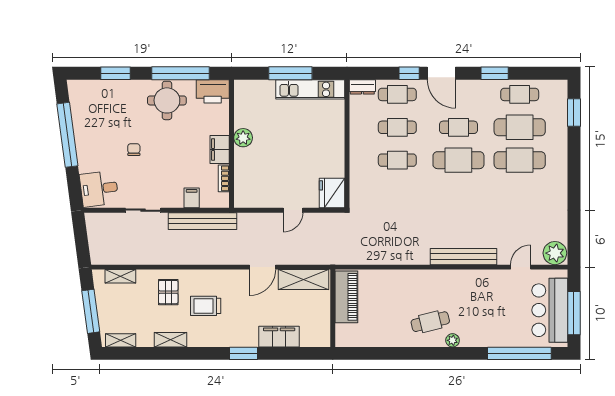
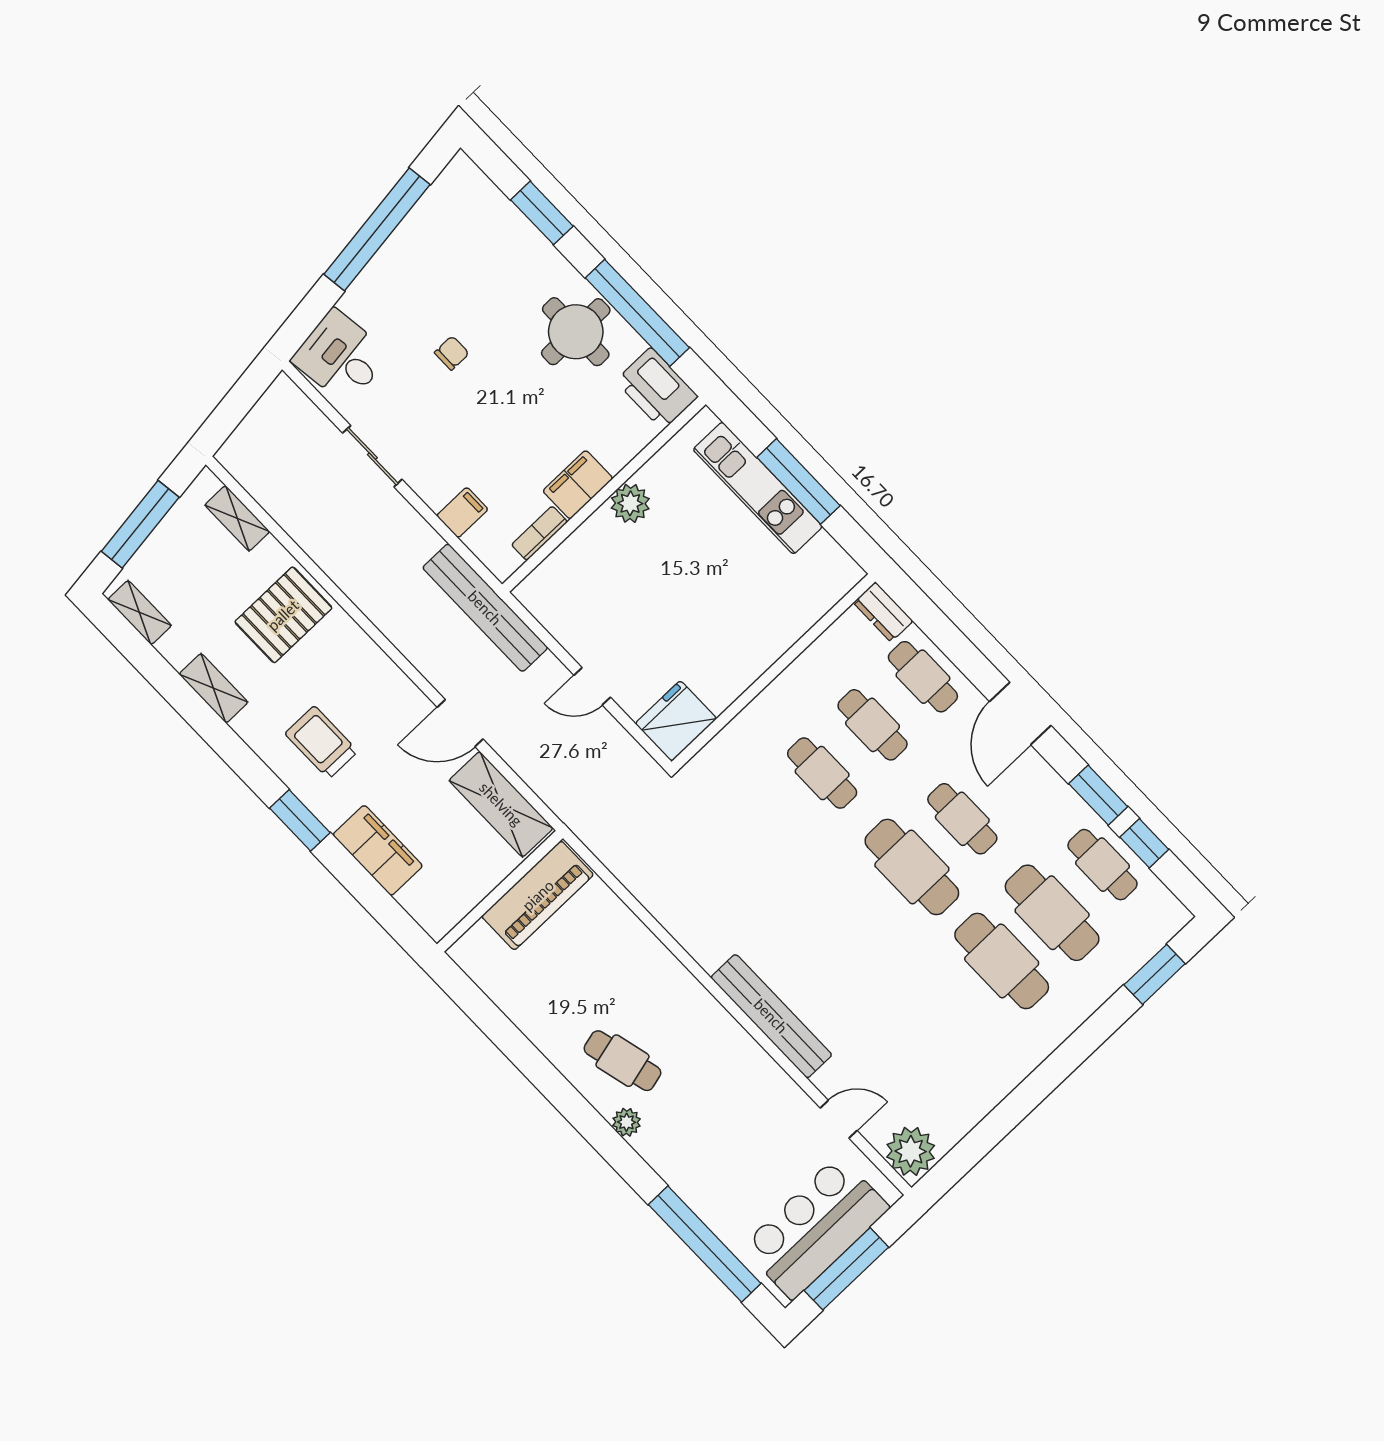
window: (409, 73) -> (1144, 843), moved
kitchen unit: (310, 89) -> (758, 488), moved
bench: (202, 221) -> (485, 608), moved
pallet: (168, 292) -> (283, 615), width x1.50, depth x1.42
trolley: (206, 306) -> (321, 742), moved

